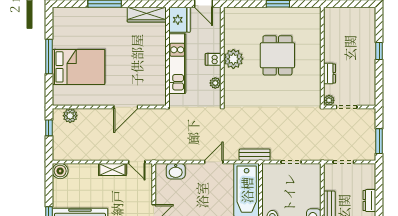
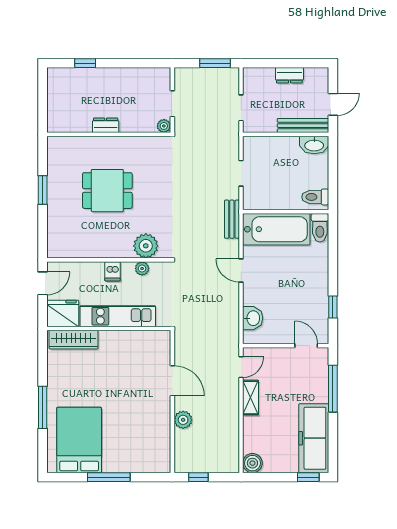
wardrobe: (147, 15) -> (74, 340), moved, turned 90
window: (379, 51) -> (85, 63), moved
plant: (233, 59) -> (146, 246), moved
bed: (79, 67) -> (79, 440), moved
dresser: (329, 74) -> (106, 125), moved
plant: (70, 116) -> (183, 420), moved

